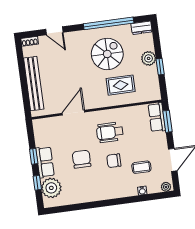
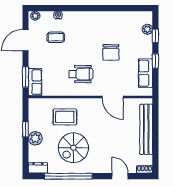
door: (73, 113) -> (113, 97), hinge flipped
chair: (114, 161) -> (81, 47), removed
row of seats: (45, 162) -> (145, 73), moved
plant: (51, 188) -> (147, 29), width x0.53, depth x0.53

